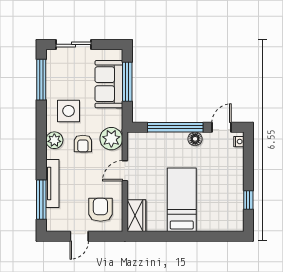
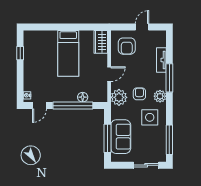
floor lamp: (195, 139) -> (83, 97), moved
tv unit: (52, 183) -> (161, 60), width x0.71
window: (41, 200) -> (169, 78), moved

